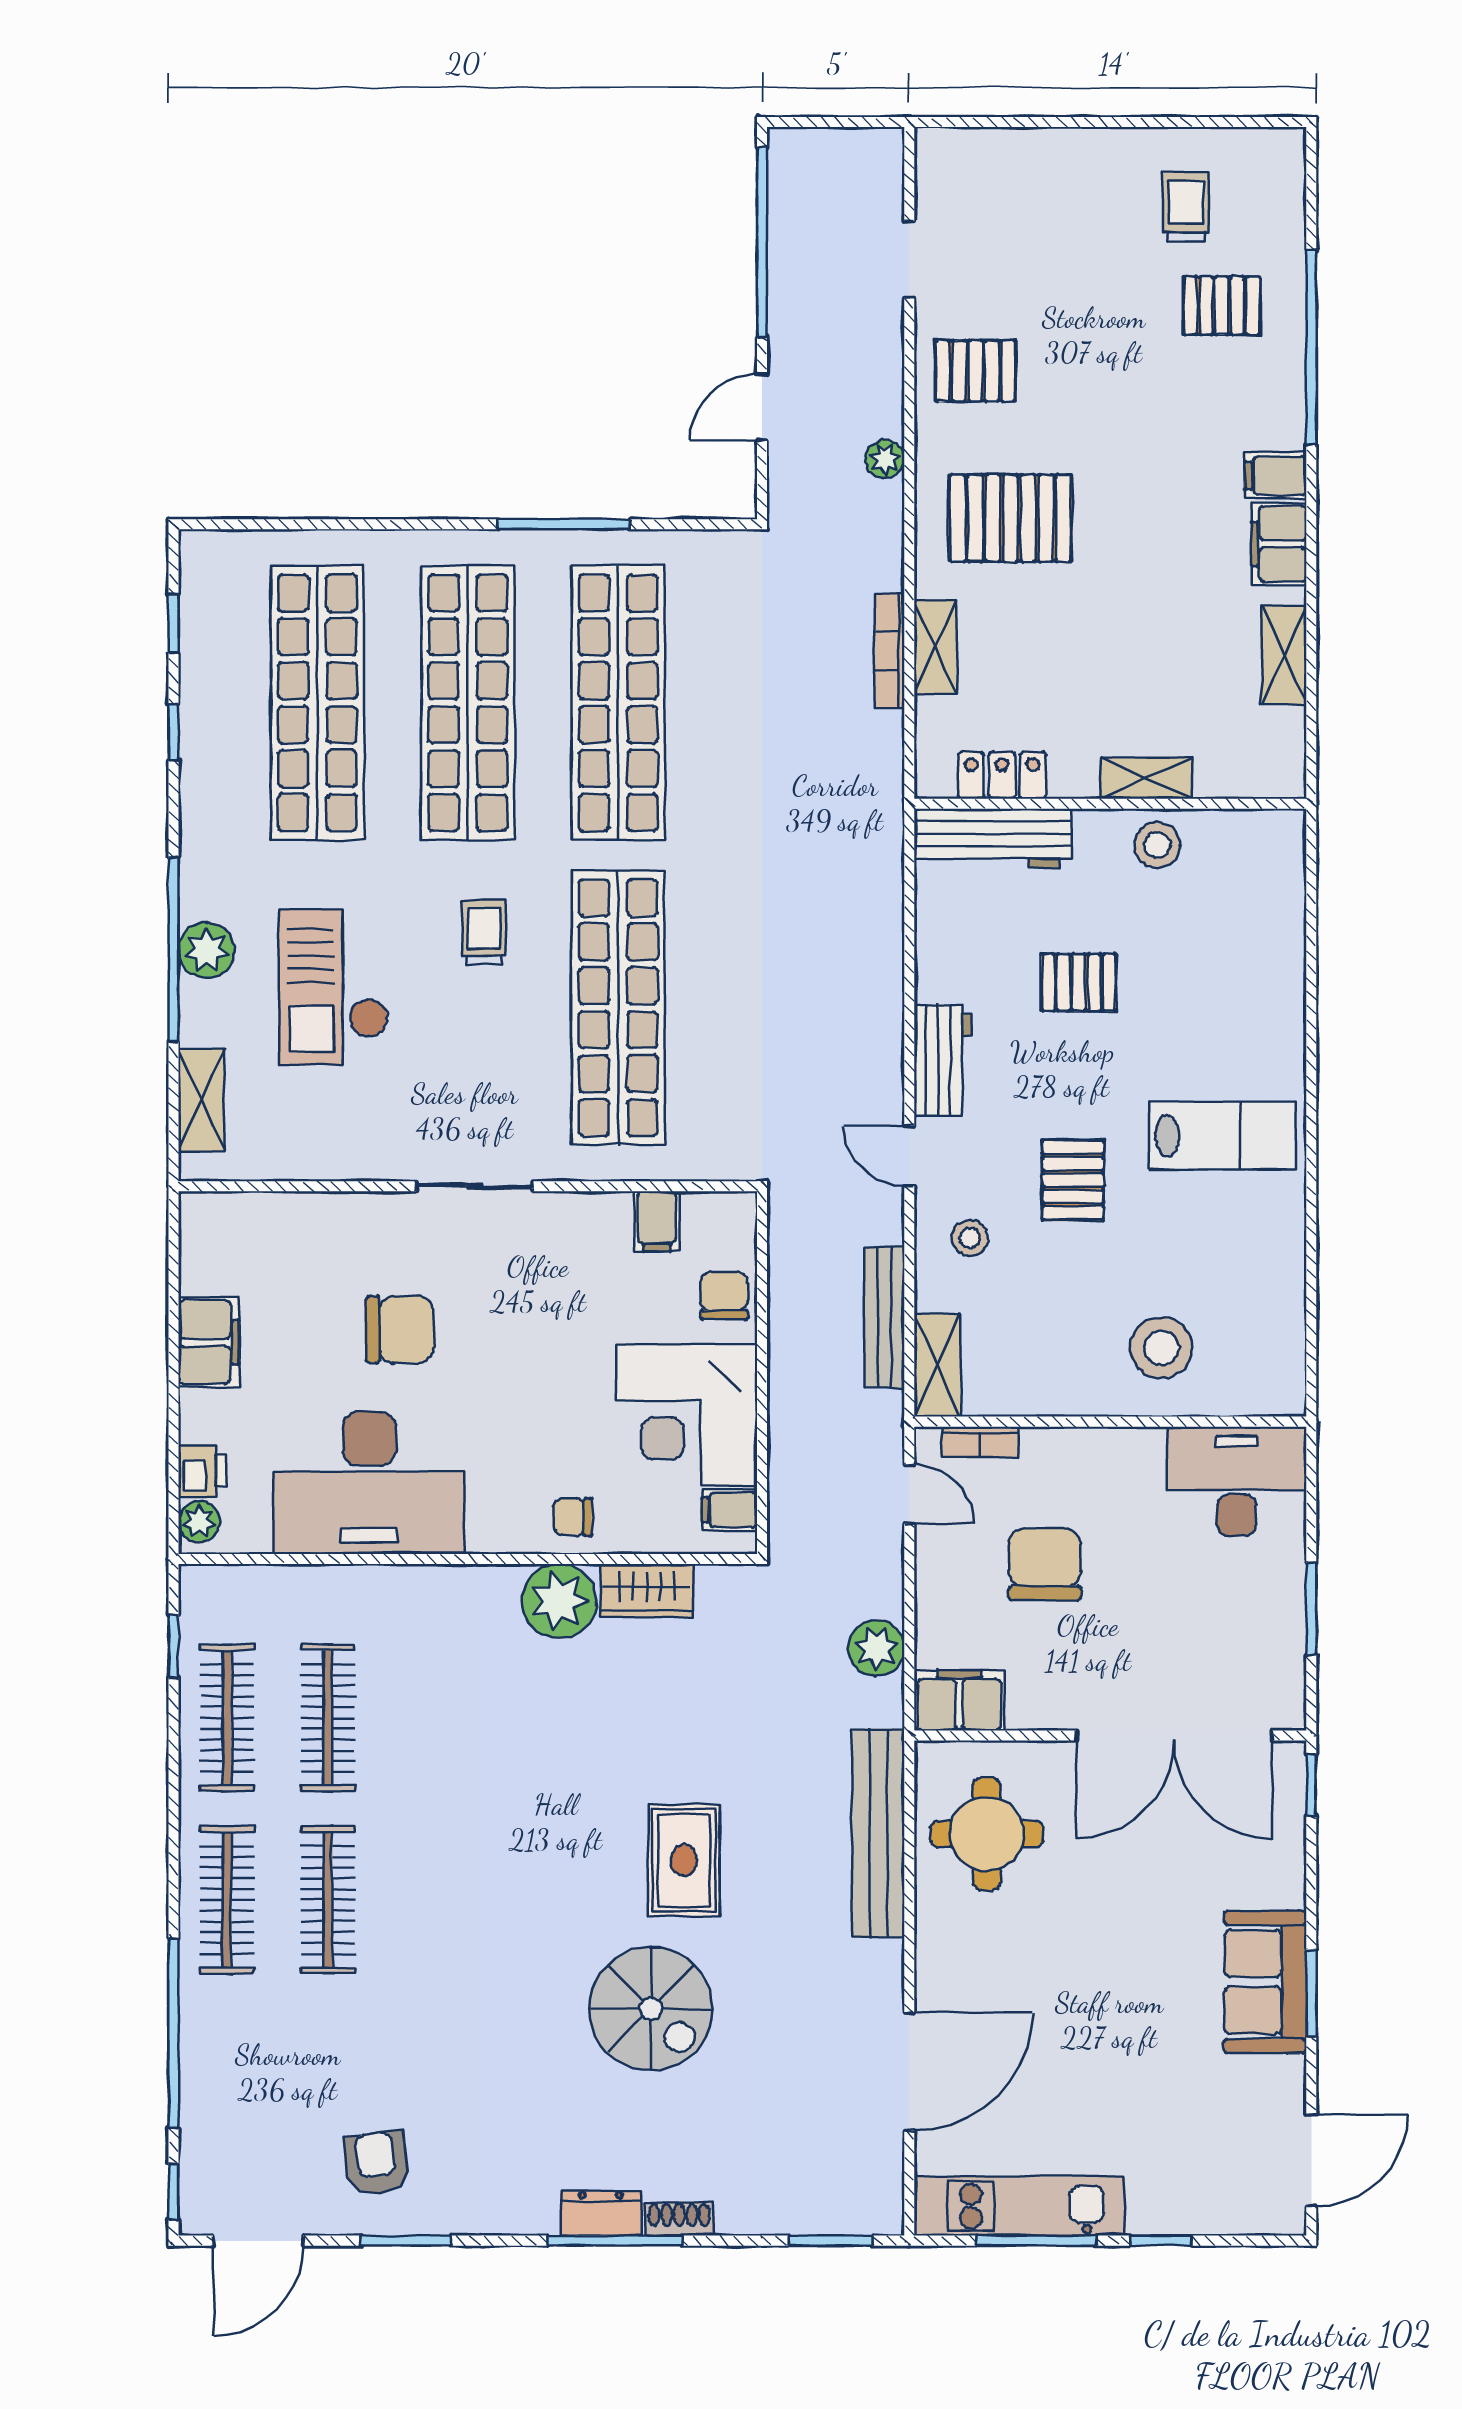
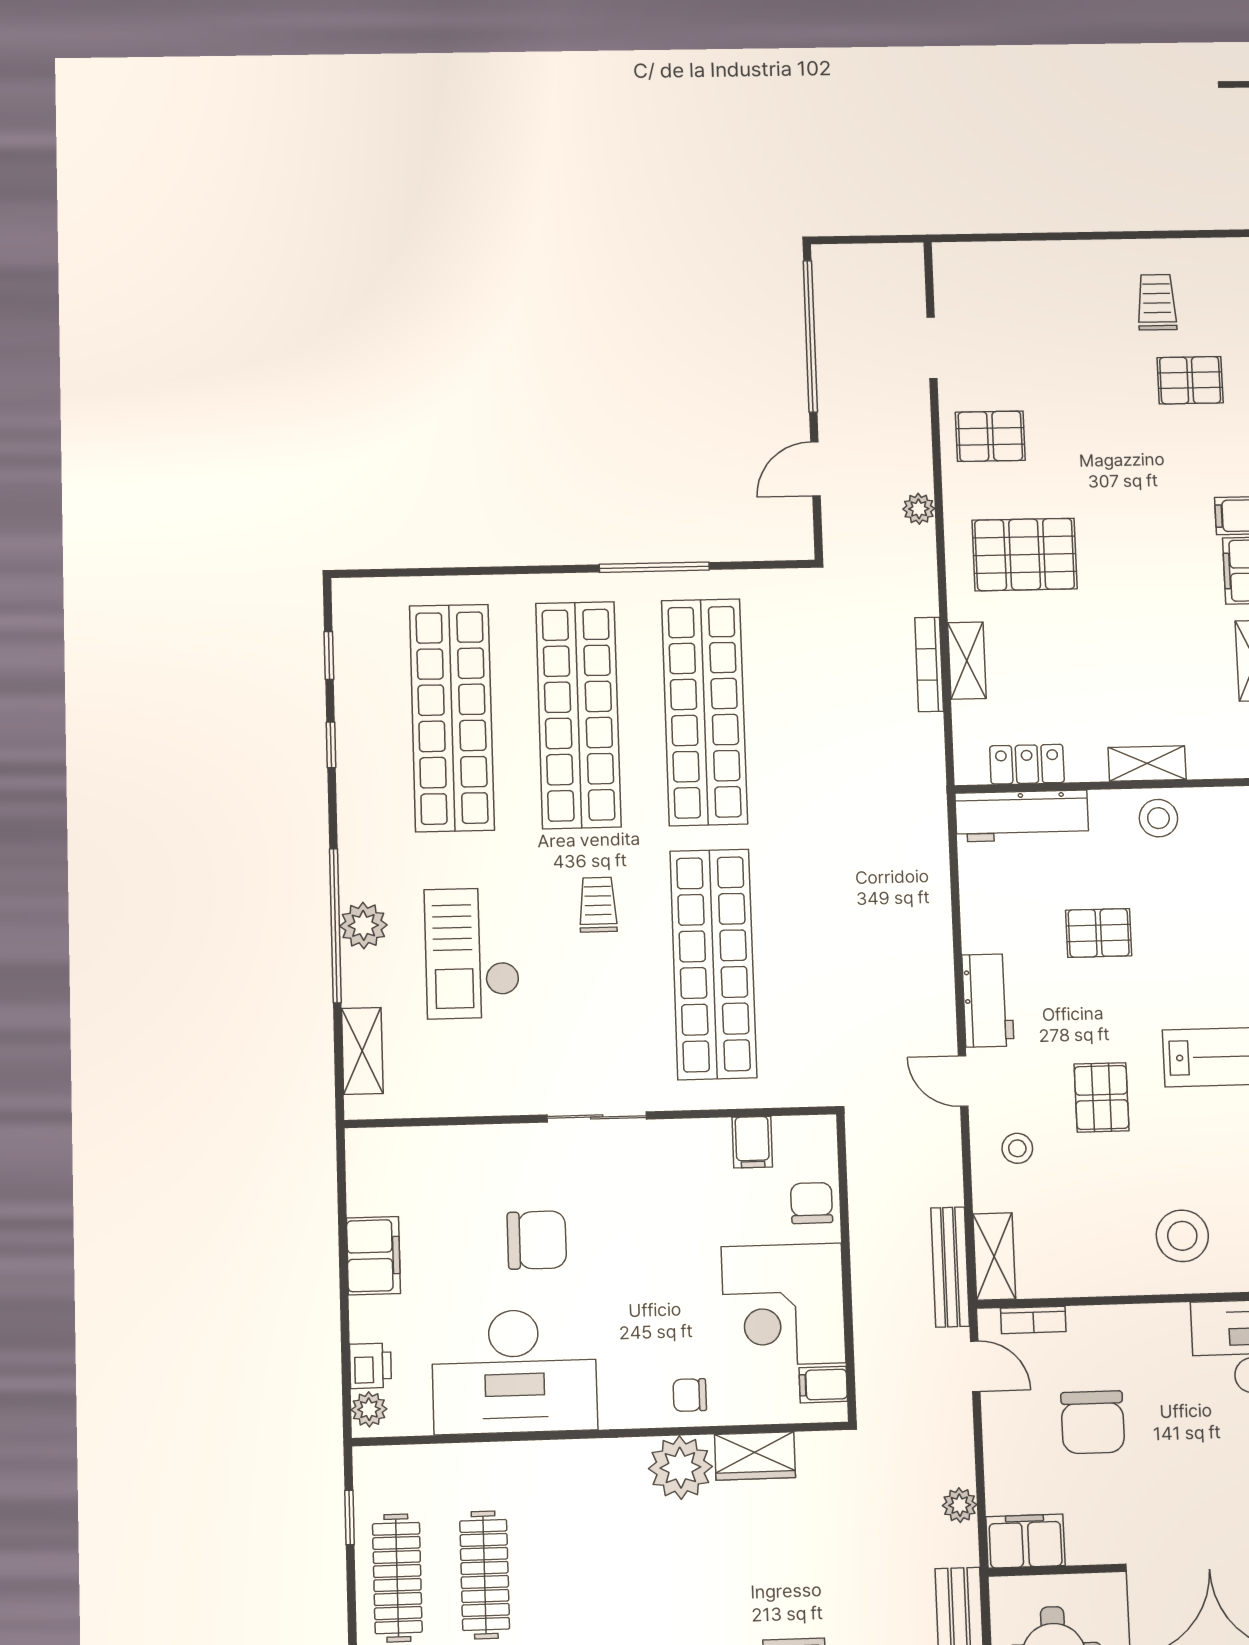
bench: (884, 1317) -> (950, 1267), moved
chair: (1045, 1564) -> (1093, 1422), turned 180
plant: (876, 1648) -> (960, 1505), width x0.73, depth x0.73

